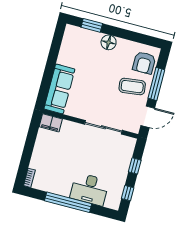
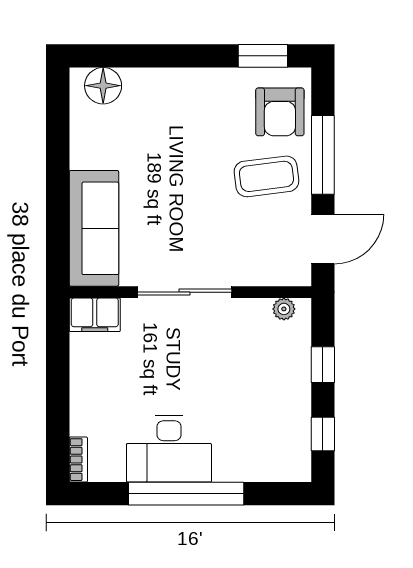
window: (92, 25) -> (263, 56), moved
floor lamp: (109, 42) -> (103, 86), moved
sliding door: (103, 127) -> (185, 292), moved
plant: (125, 140) -> (284, 309), added
desk: (89, 189) -> (169, 449), moved

